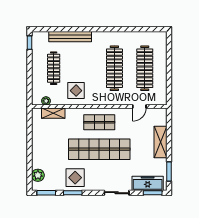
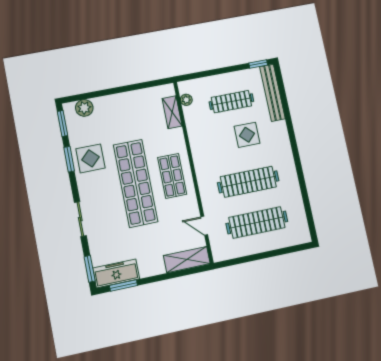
bench: (70, 37) -> (272, 93), moved
display table: (76, 91) -> (247, 135), moved
shelving: (160, 142) -> (187, 260), moved
freezer: (148, 183) -> (116, 273), moved, turned -90

